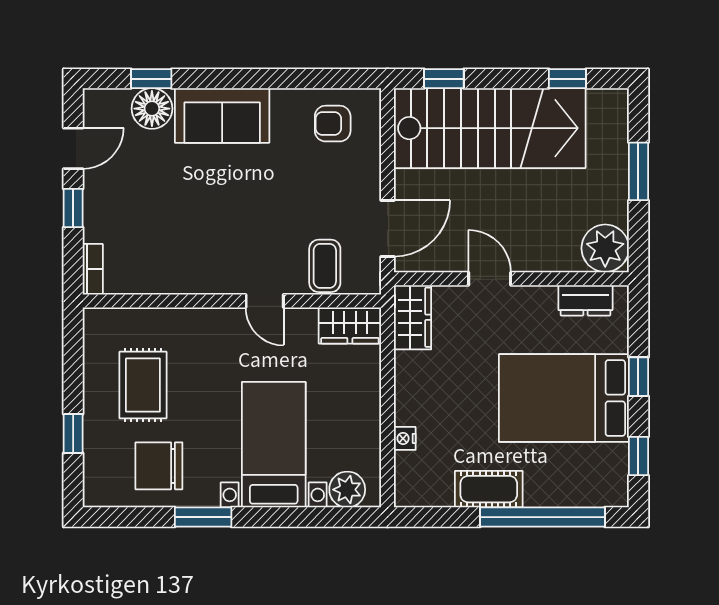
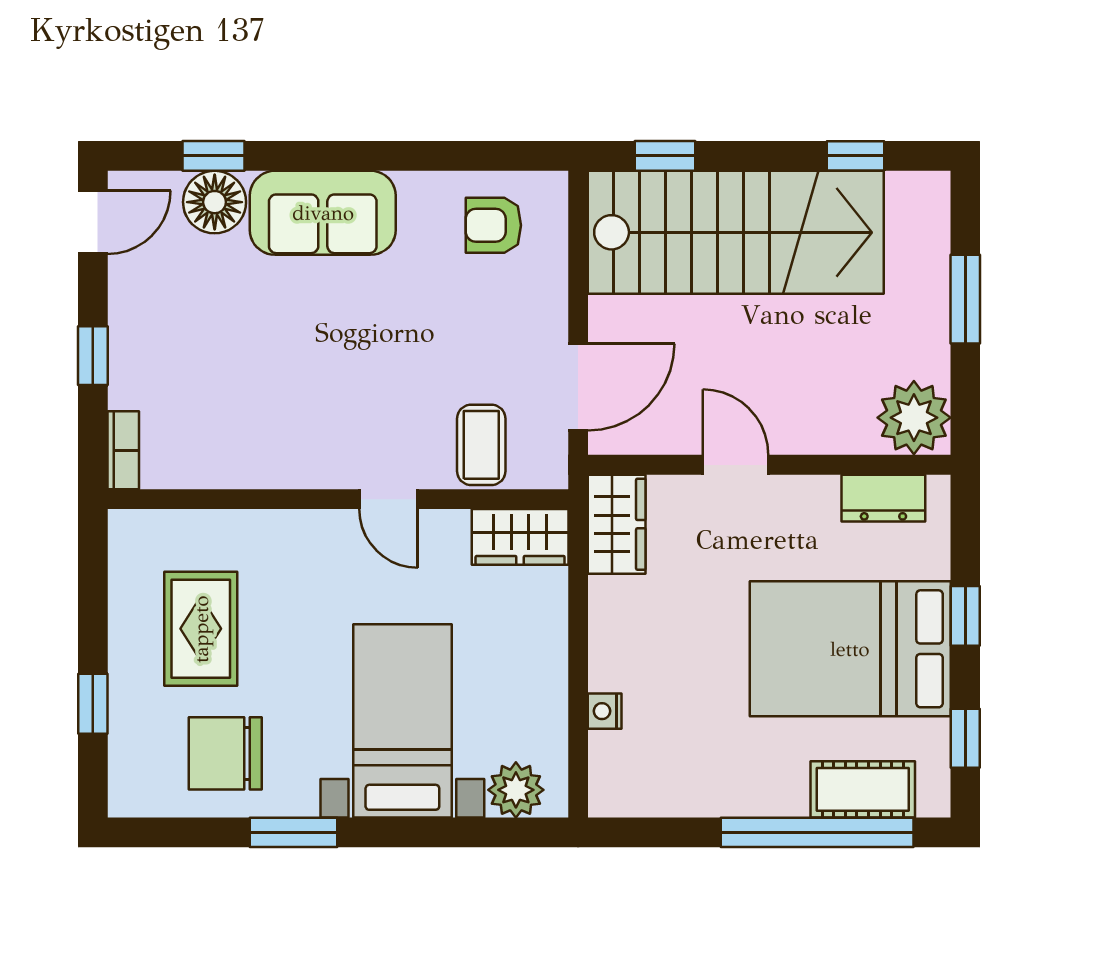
door: (73, 148) -> (93, 222), moved
cot: (489, 489) -> (863, 789), moved

